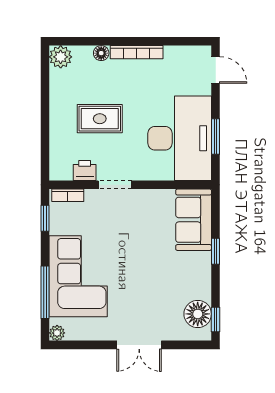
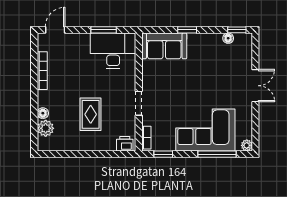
bookcase: (137, 52) -> (42, 71), moved
plant: (61, 57) -> (46, 128), moved
desk: (180, 138) -> (113, 51), width x0.73, depth x0.77
printer: (85, 170) -> (125, 144), moved, turned 90
floor lamp: (198, 314) -> (228, 38), width x0.53, depth x0.53

